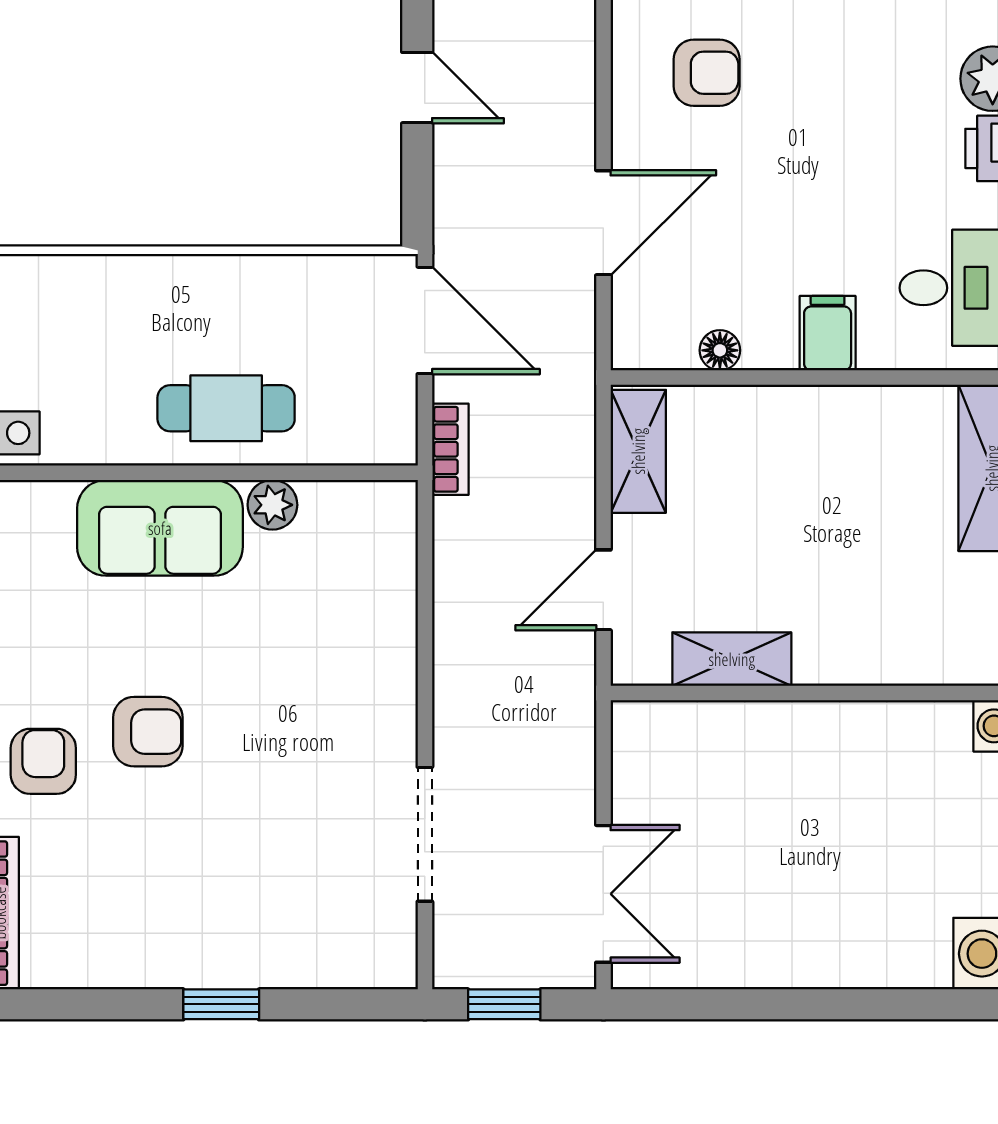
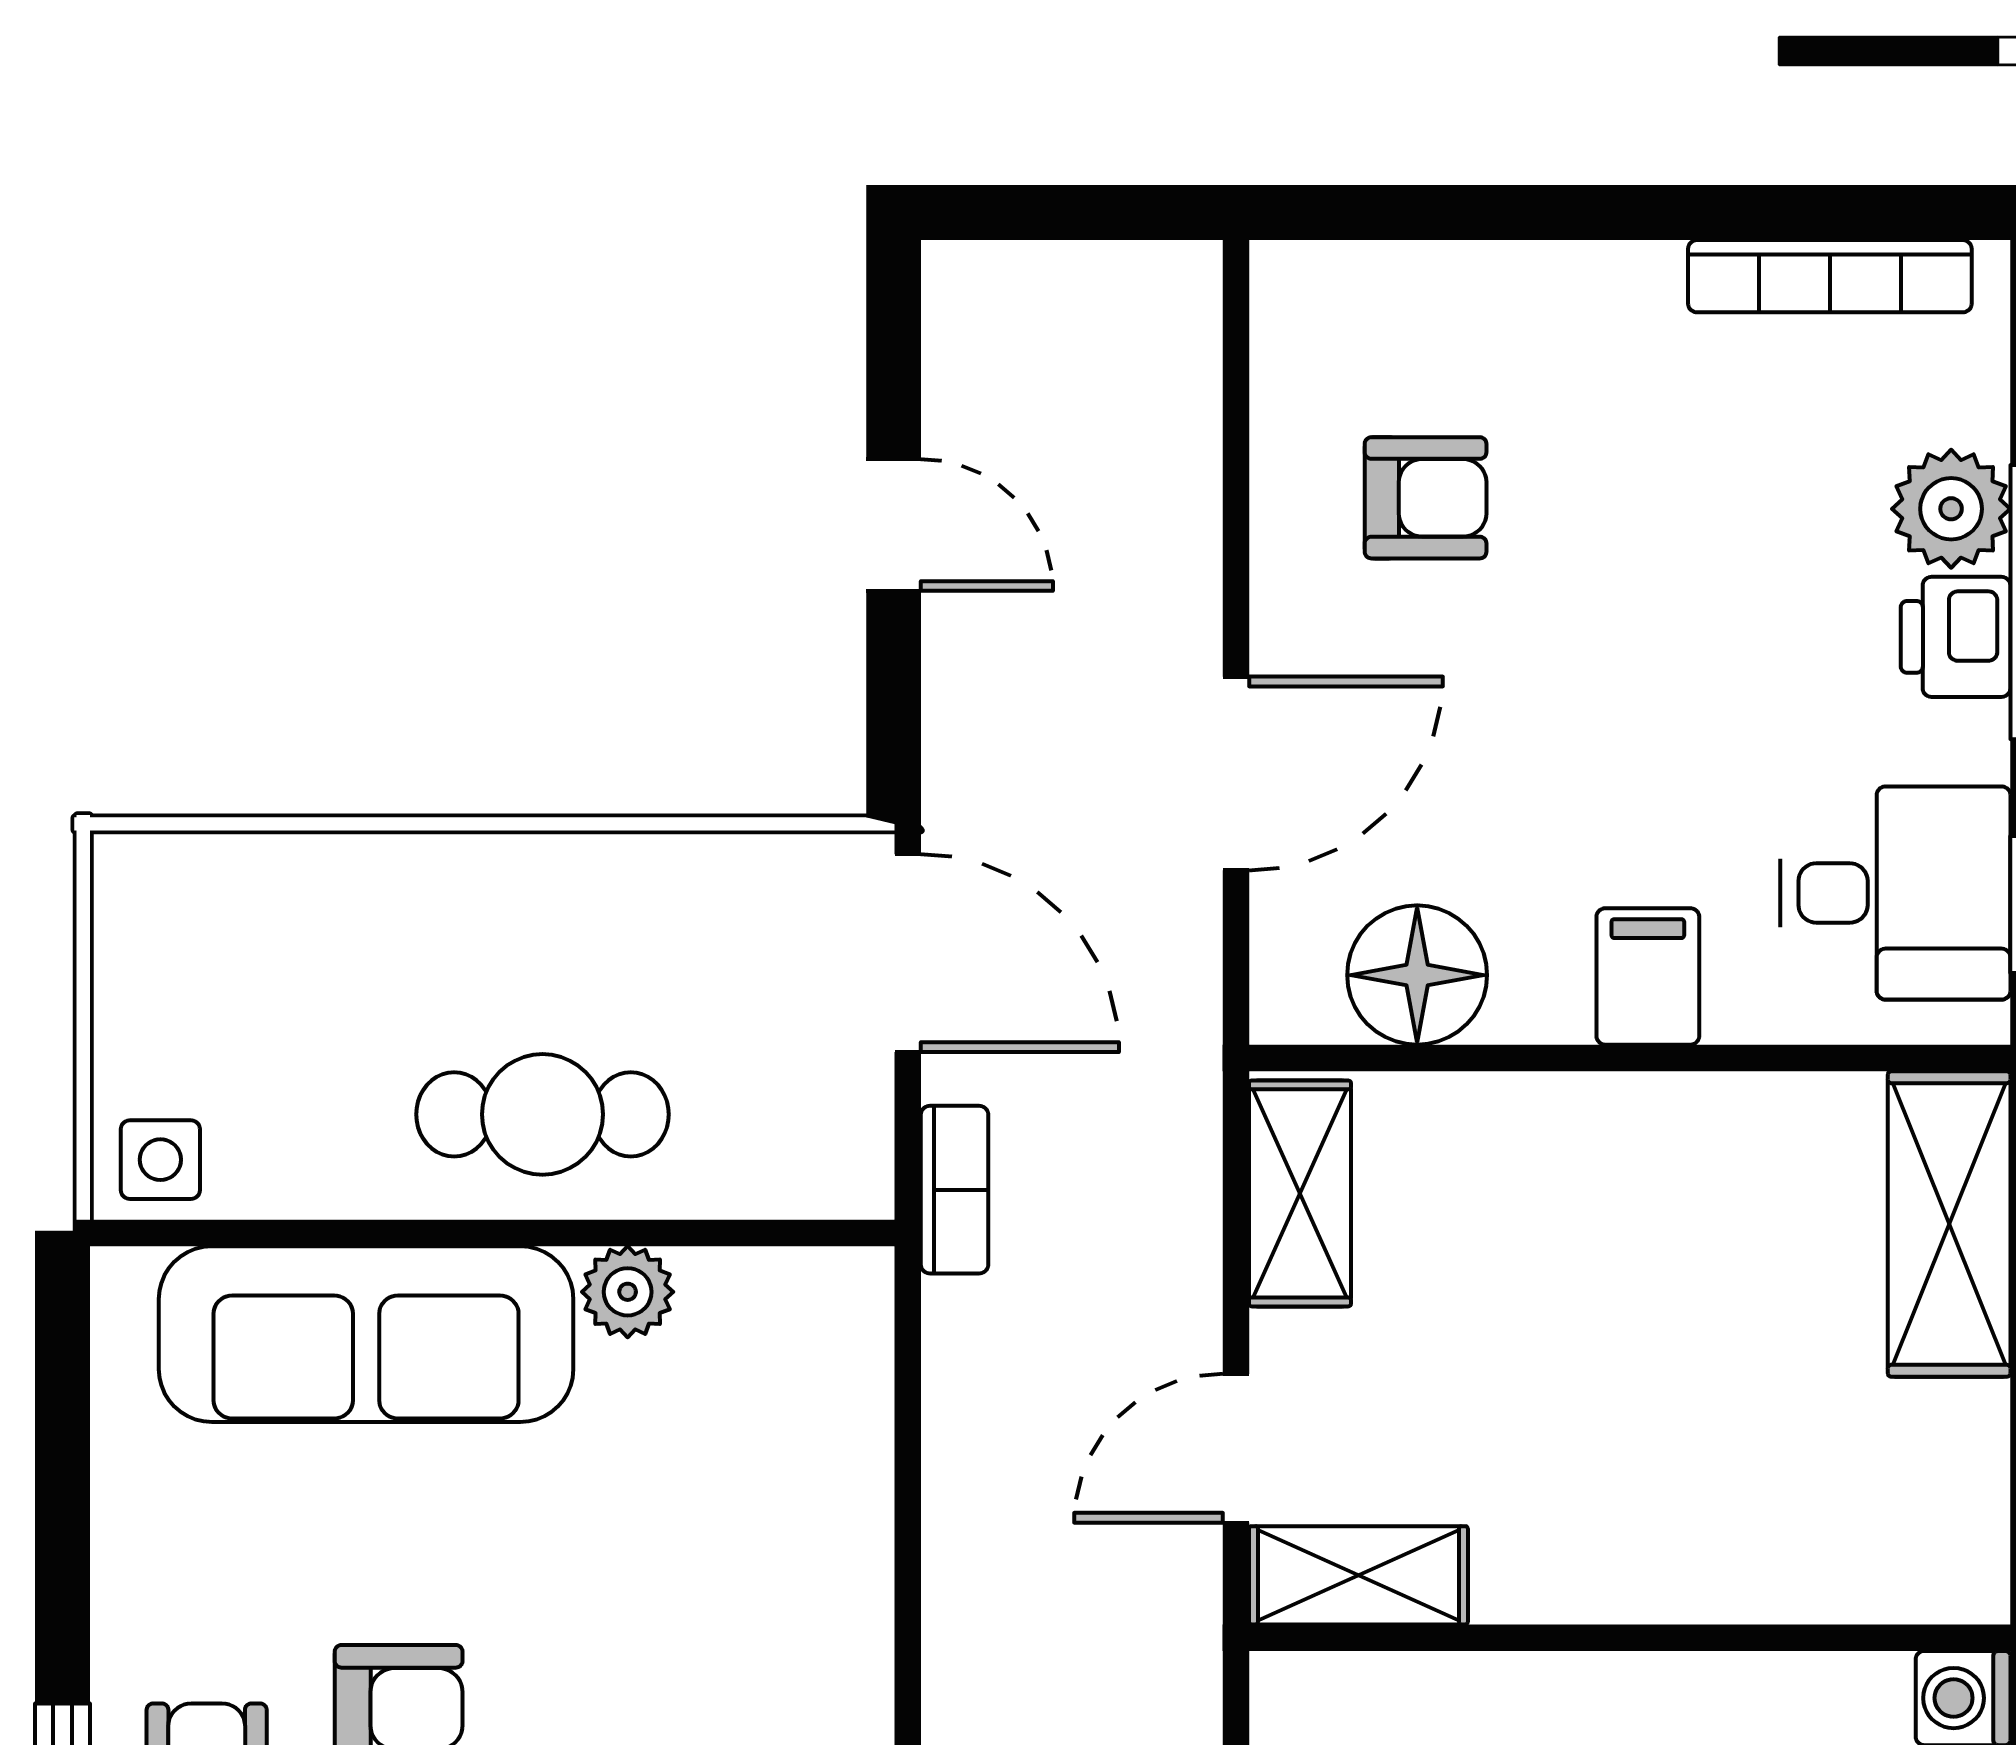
floor lamp: (720, 350) -> (1417, 975), width x1.89, depth x1.89
sofa: (160, 528) -> (366, 1334), width x1.36
shelving: (732, 659) -> (1358, 1575), moved

